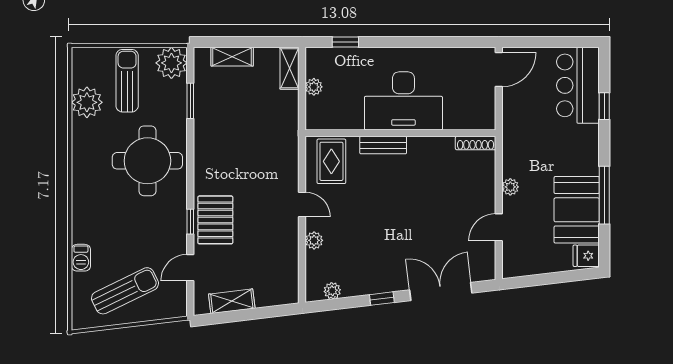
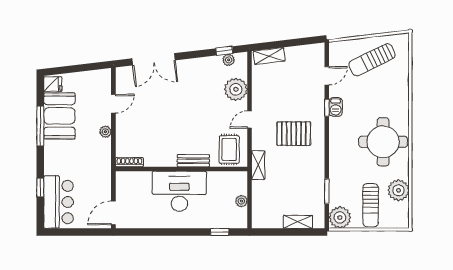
shelving: (290, 68) -> (258, 165), moved
round table: (147, 161) -> (383, 142), moved
door: (302, 205) -> (249, 120), hinge flipped
pallet: (215, 220) -> (294, 134), moved, turned 90
plant: (314, 240) -> (236, 89), width x1.88, depth x1.88
barbecue: (81, 258) -> (336, 107), moved, turned 180
window: (382, 299) -> (224, 51), moved
shelving: (232, 301) -> (269, 56), moved

